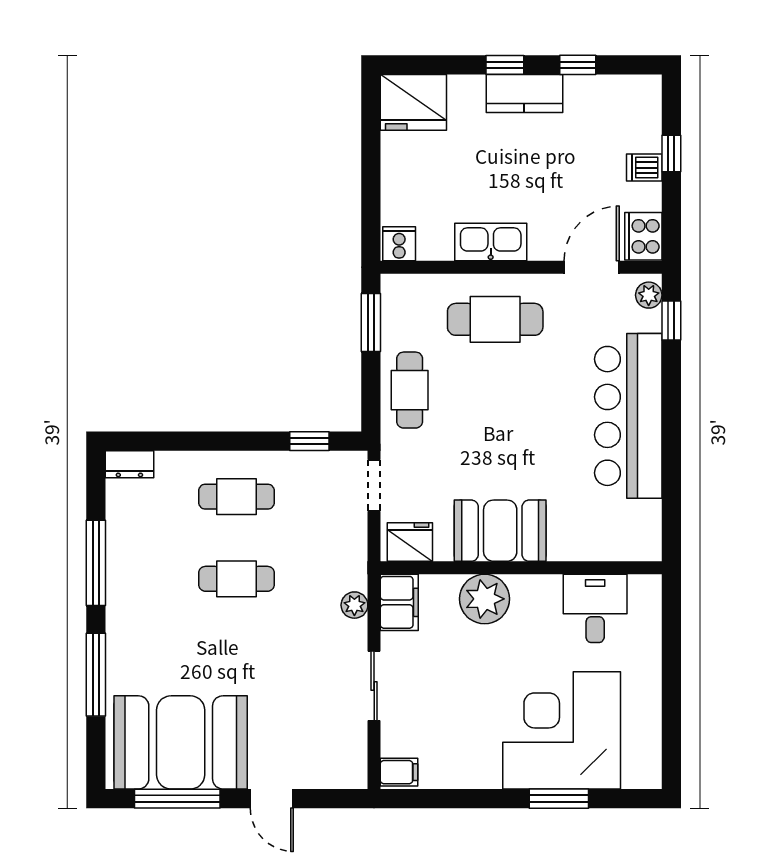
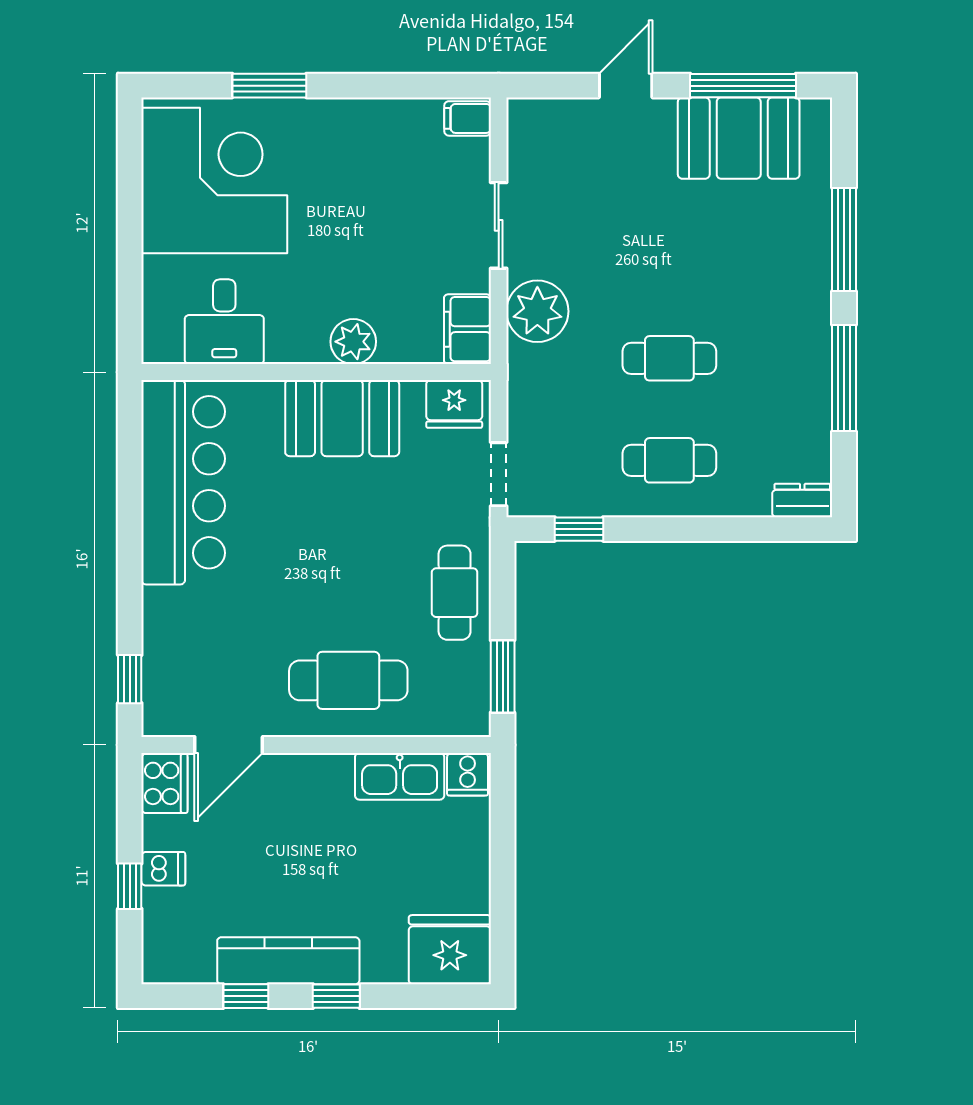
kitchen counter: (524, 93) -> (288, 961), width x1.50
kitchen sink: (491, 242) -> (400, 776), moved
plant: (649, 295) -> (158, 710), removed
bar counter: (628, 416) -> (183, 482), moved
plant: (485, 599) -> (353, 342), width x0.73, depth x0.73
plant: (354, 605) -> (537, 311), width x1.87, depth x1.87
corner desk: (562, 730) -> (214, 181), moved, turned -90
booth: (181, 742) -> (739, 138), width x0.73, depth x0.70
door: (272, 799) -> (626, 86), hinge flipped

